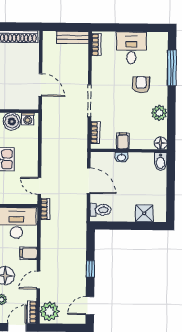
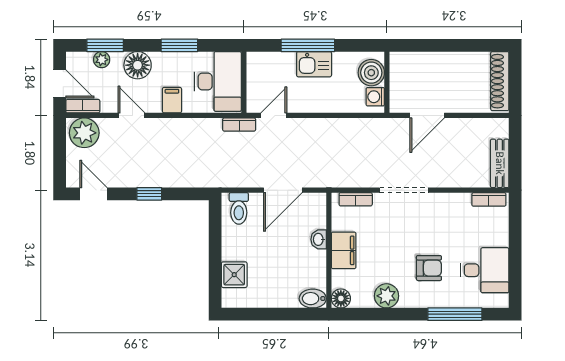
desk: (131, 48) -> (485, 270), moved
filing cabinet: (123, 141) -> (344, 250), width x2.00

